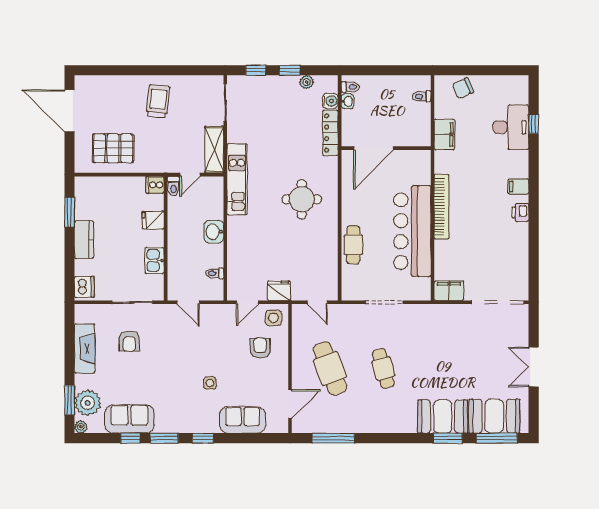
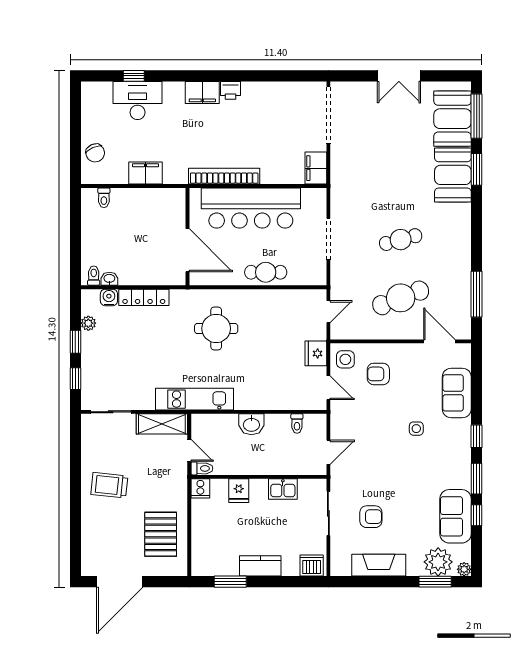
door: (374, 148) -> (187, 250), moved
wall: (386, 148) -> (187, 237), moved
filing cabinet: (518, 187) -> (202, 92), width x2.00

